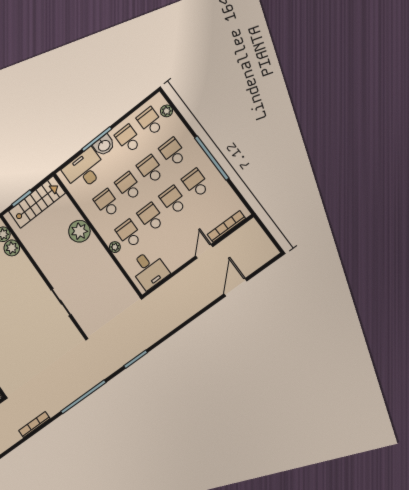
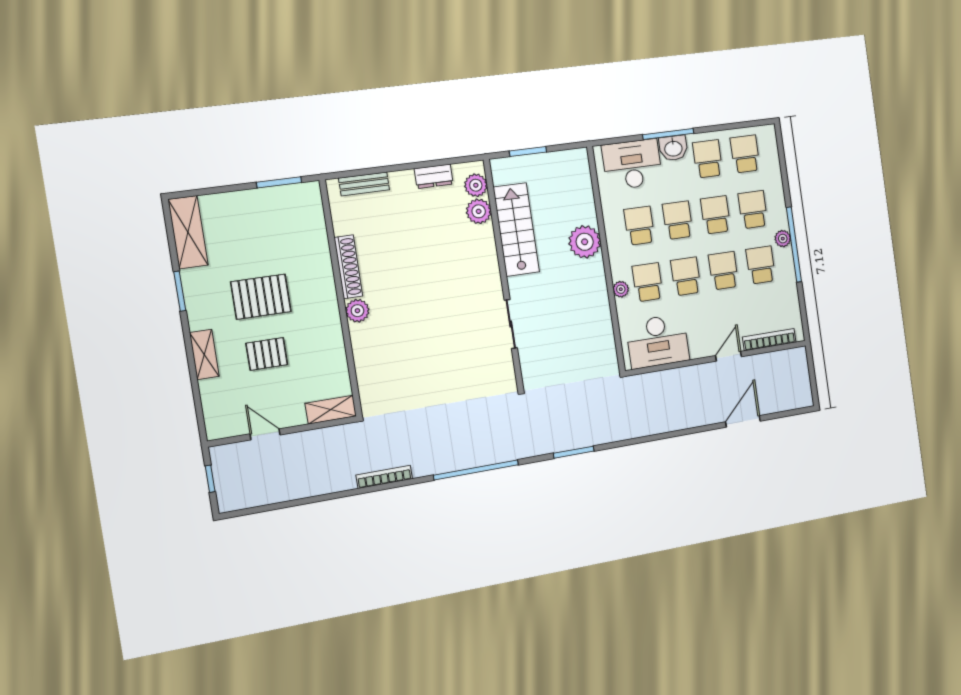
plant: (167, 111) -> (783, 239), moved
stairs: (37, 202) -> (516, 230), moved, turned -90
desk: (149, 269) -> (658, 341), width x1.37

